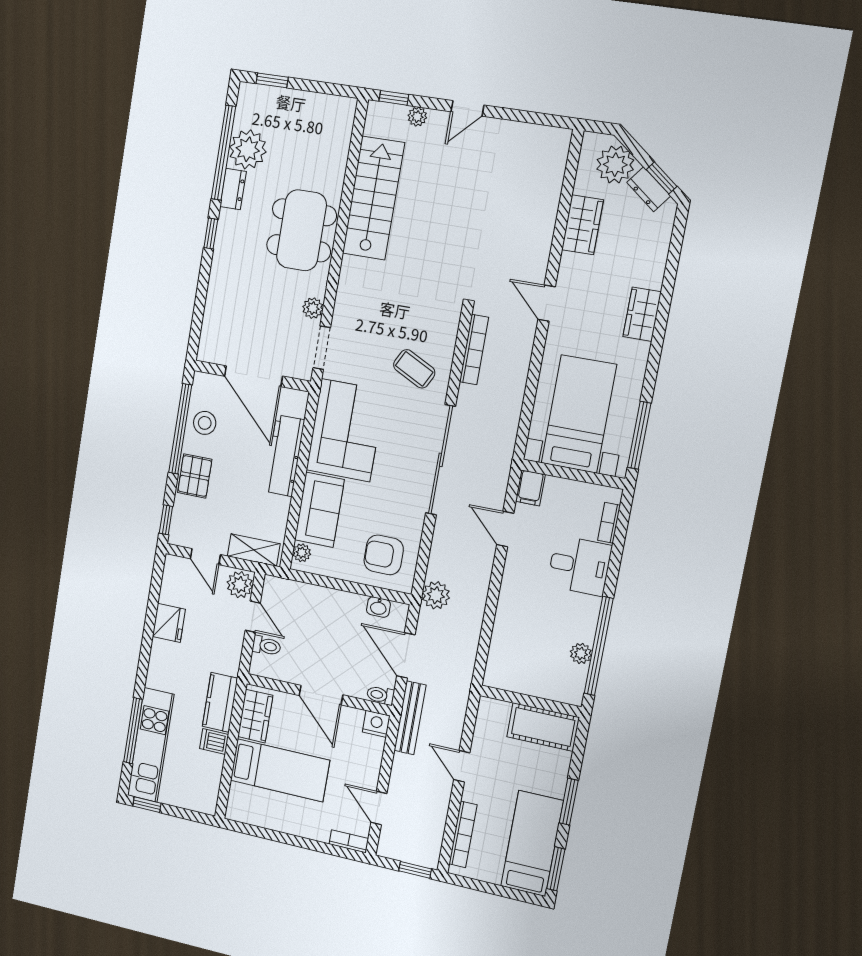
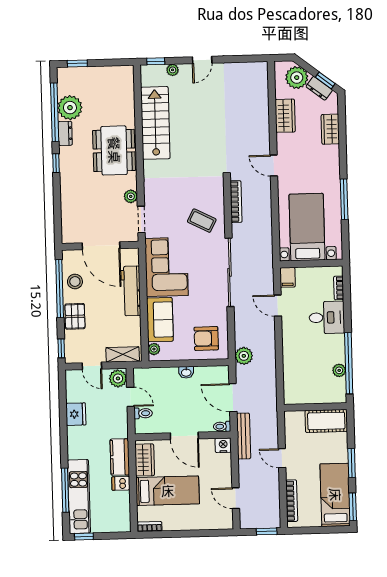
wardrobe: (642, 314) -> (330, 129), moved
window: (639, 435) -> (344, 199), moved
washbasin: (378, 607) -> (186, 372), moved
bookcase: (349, 841) -> (150, 527), moved

